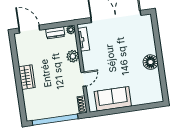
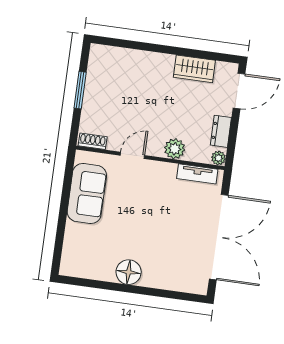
wardrobe: (27, 77) -> (194, 69), moved
door: (84, 79) -> (132, 155), swing flipped
window: (55, 120) -> (80, 90), width x0.47

